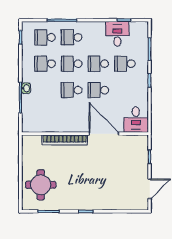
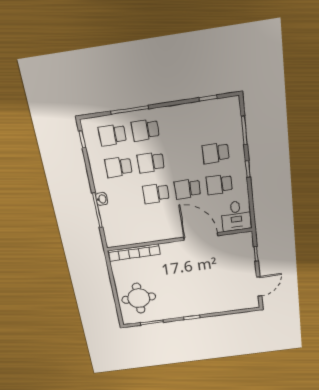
desk: (117, 34) -> (202, 117), removed
school desk: (98, 64) -> (219, 184), moved
bookcase: (65, 140) -> (134, 252), moved

